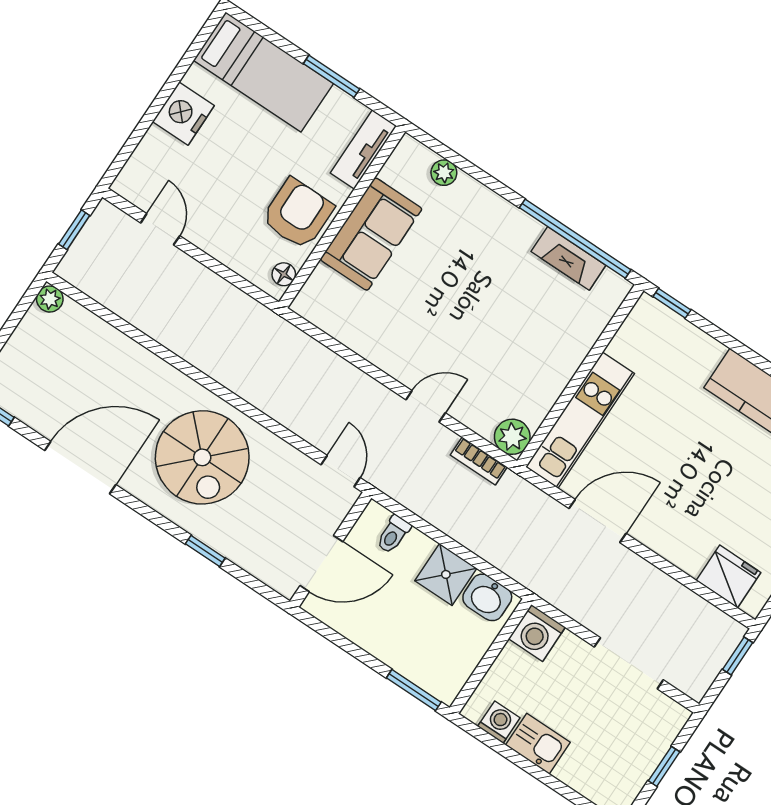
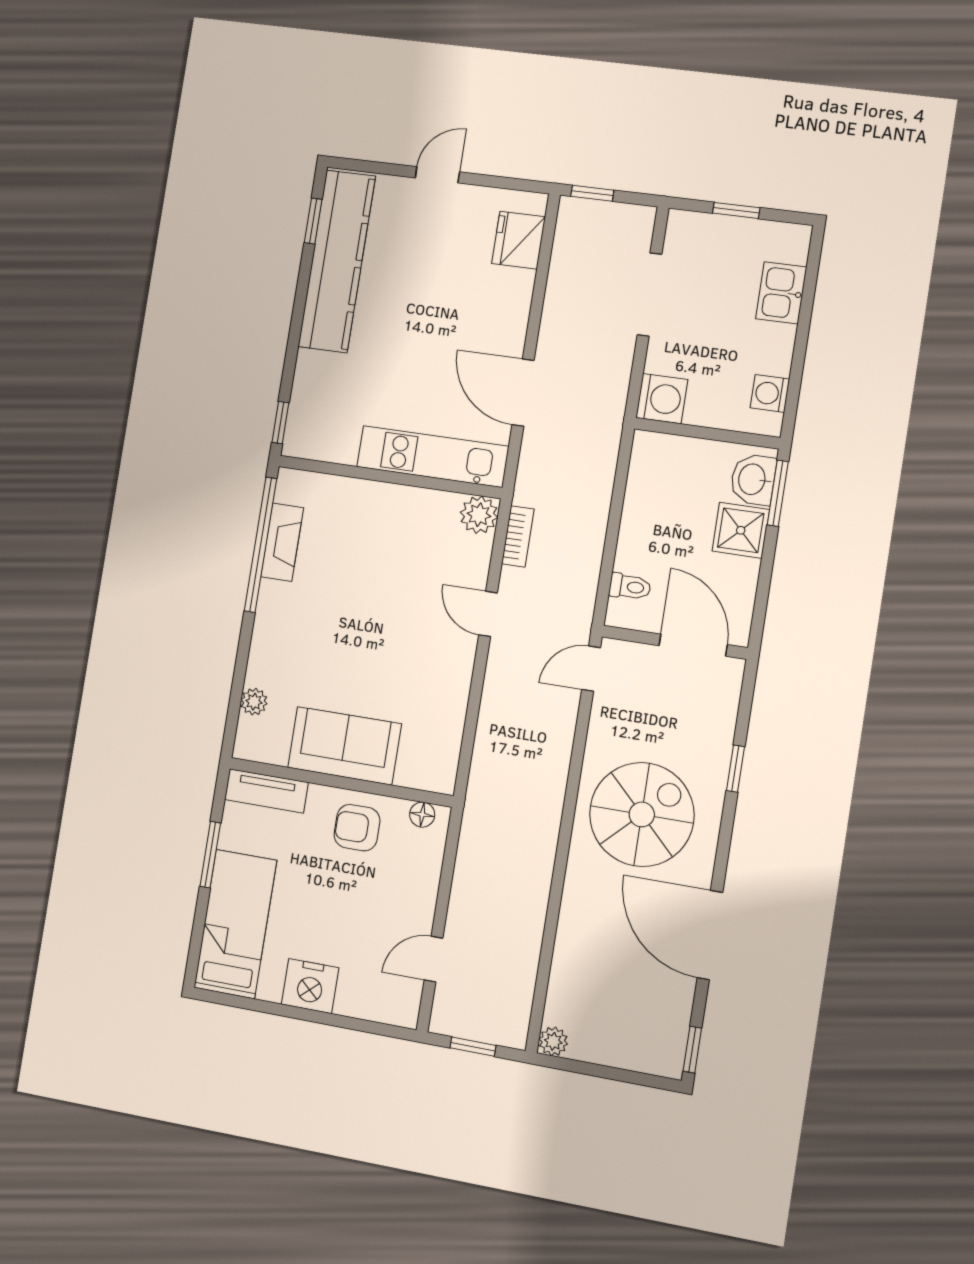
armchair: (298, 214) -> (357, 828), width x0.72, depth x0.72
shower: (446, 574) -> (741, 530), moved
washbasin: (487, 597) -> (753, 479), moved, turned 180
kitchen sink: (538, 744) -> (781, 293), moved

